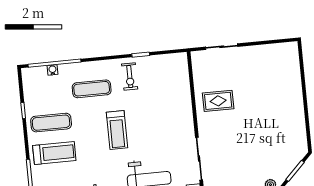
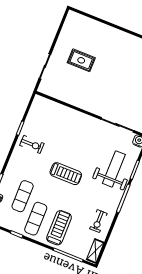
exercise mat: (92, 89) -> (23, 196), moved
rug: (218, 101) -> (81, 60), moved, turned 90

